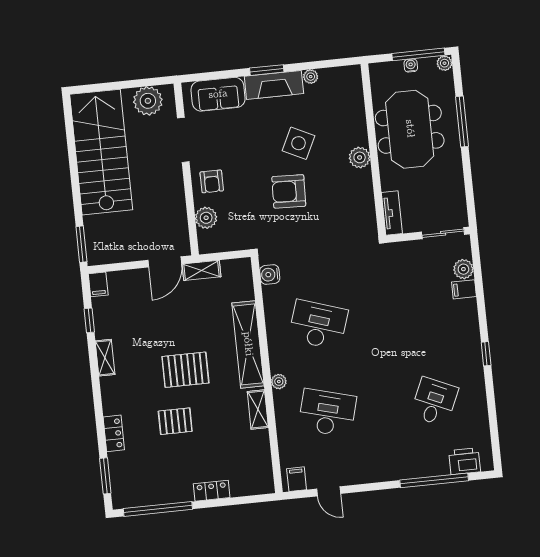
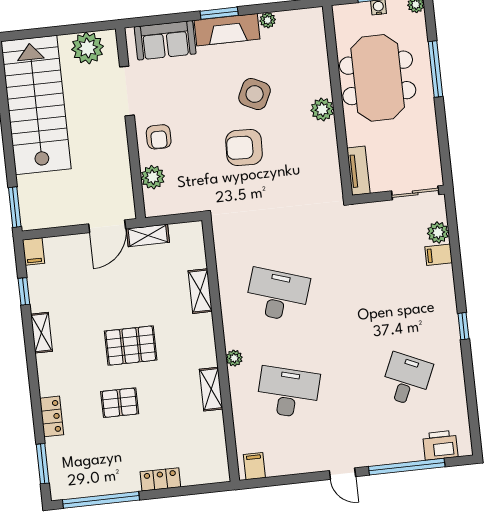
water cooler: (270, 275) -> (224, 240), removed
shelving: (248, 344) -> (200, 291), width x0.45, depth x0.75
door: (329, 491) -> (343, 474), moved

